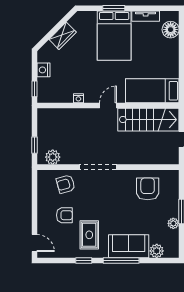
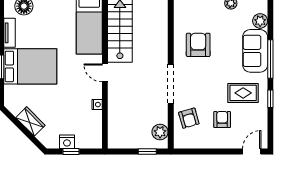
window: (34, 89) -> (71, 151), moved
armchair: (148, 189) -> (198, 45), moved, turned 90

